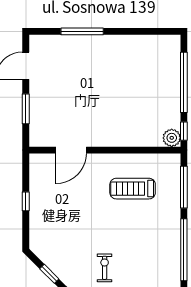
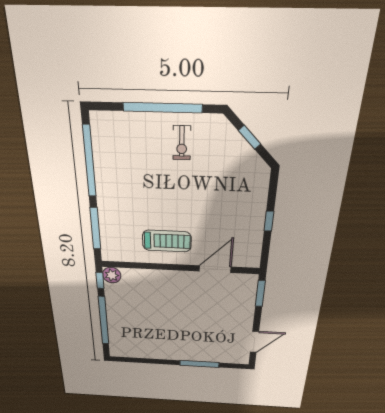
window: (26, 109) -> (260, 293), moved
treadmill: (133, 189) -> (167, 241), moved

